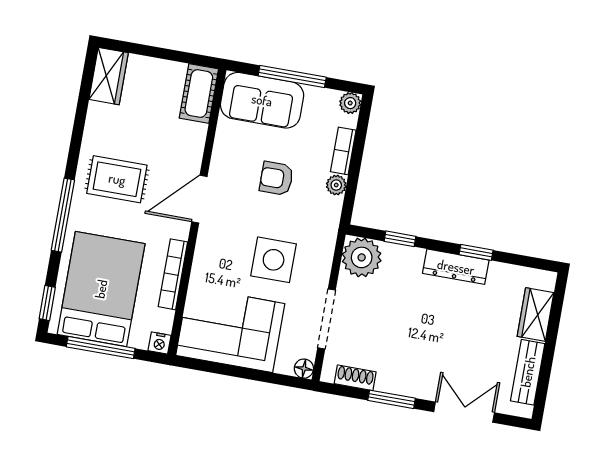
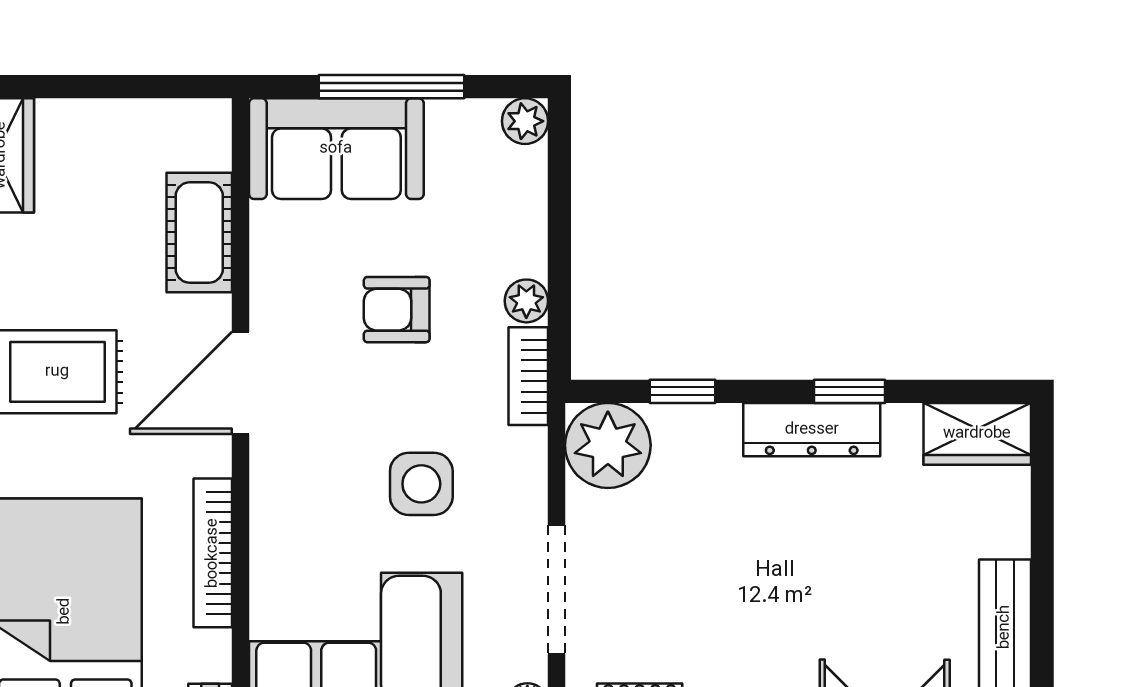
cot: (199, 94) -> (199, 232), moved
bookcase: (343, 151) -> (528, 376), moved
side table: (274, 260) -> (421, 484), width x0.73, depth x0.73
wardrobe: (535, 315) -> (977, 434), moved, turned -90

